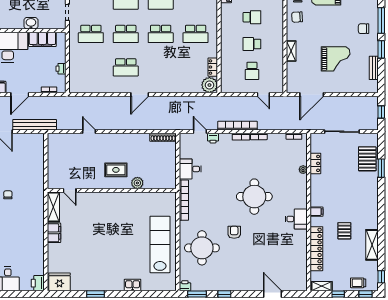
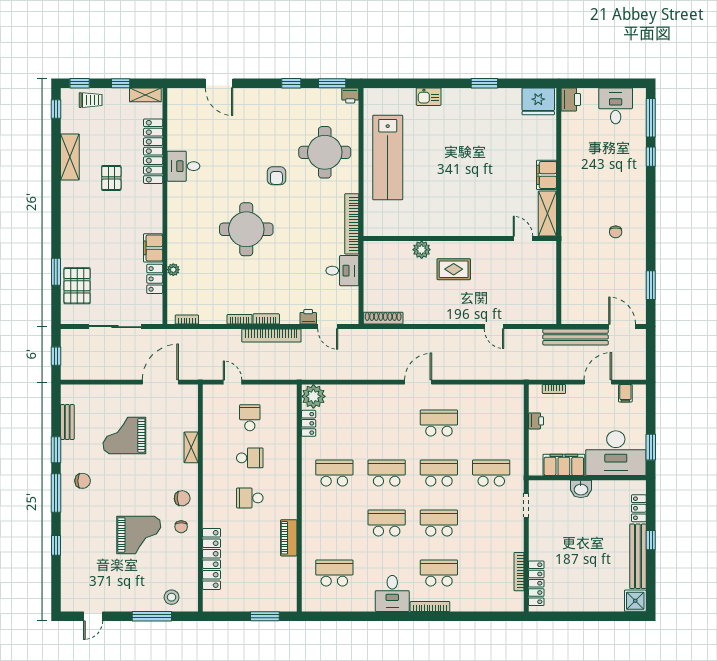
filing cabinet: (317, 212) -> (153, 248), moved, width x2.00
desk: (296, 219) -> (183, 166), moved

